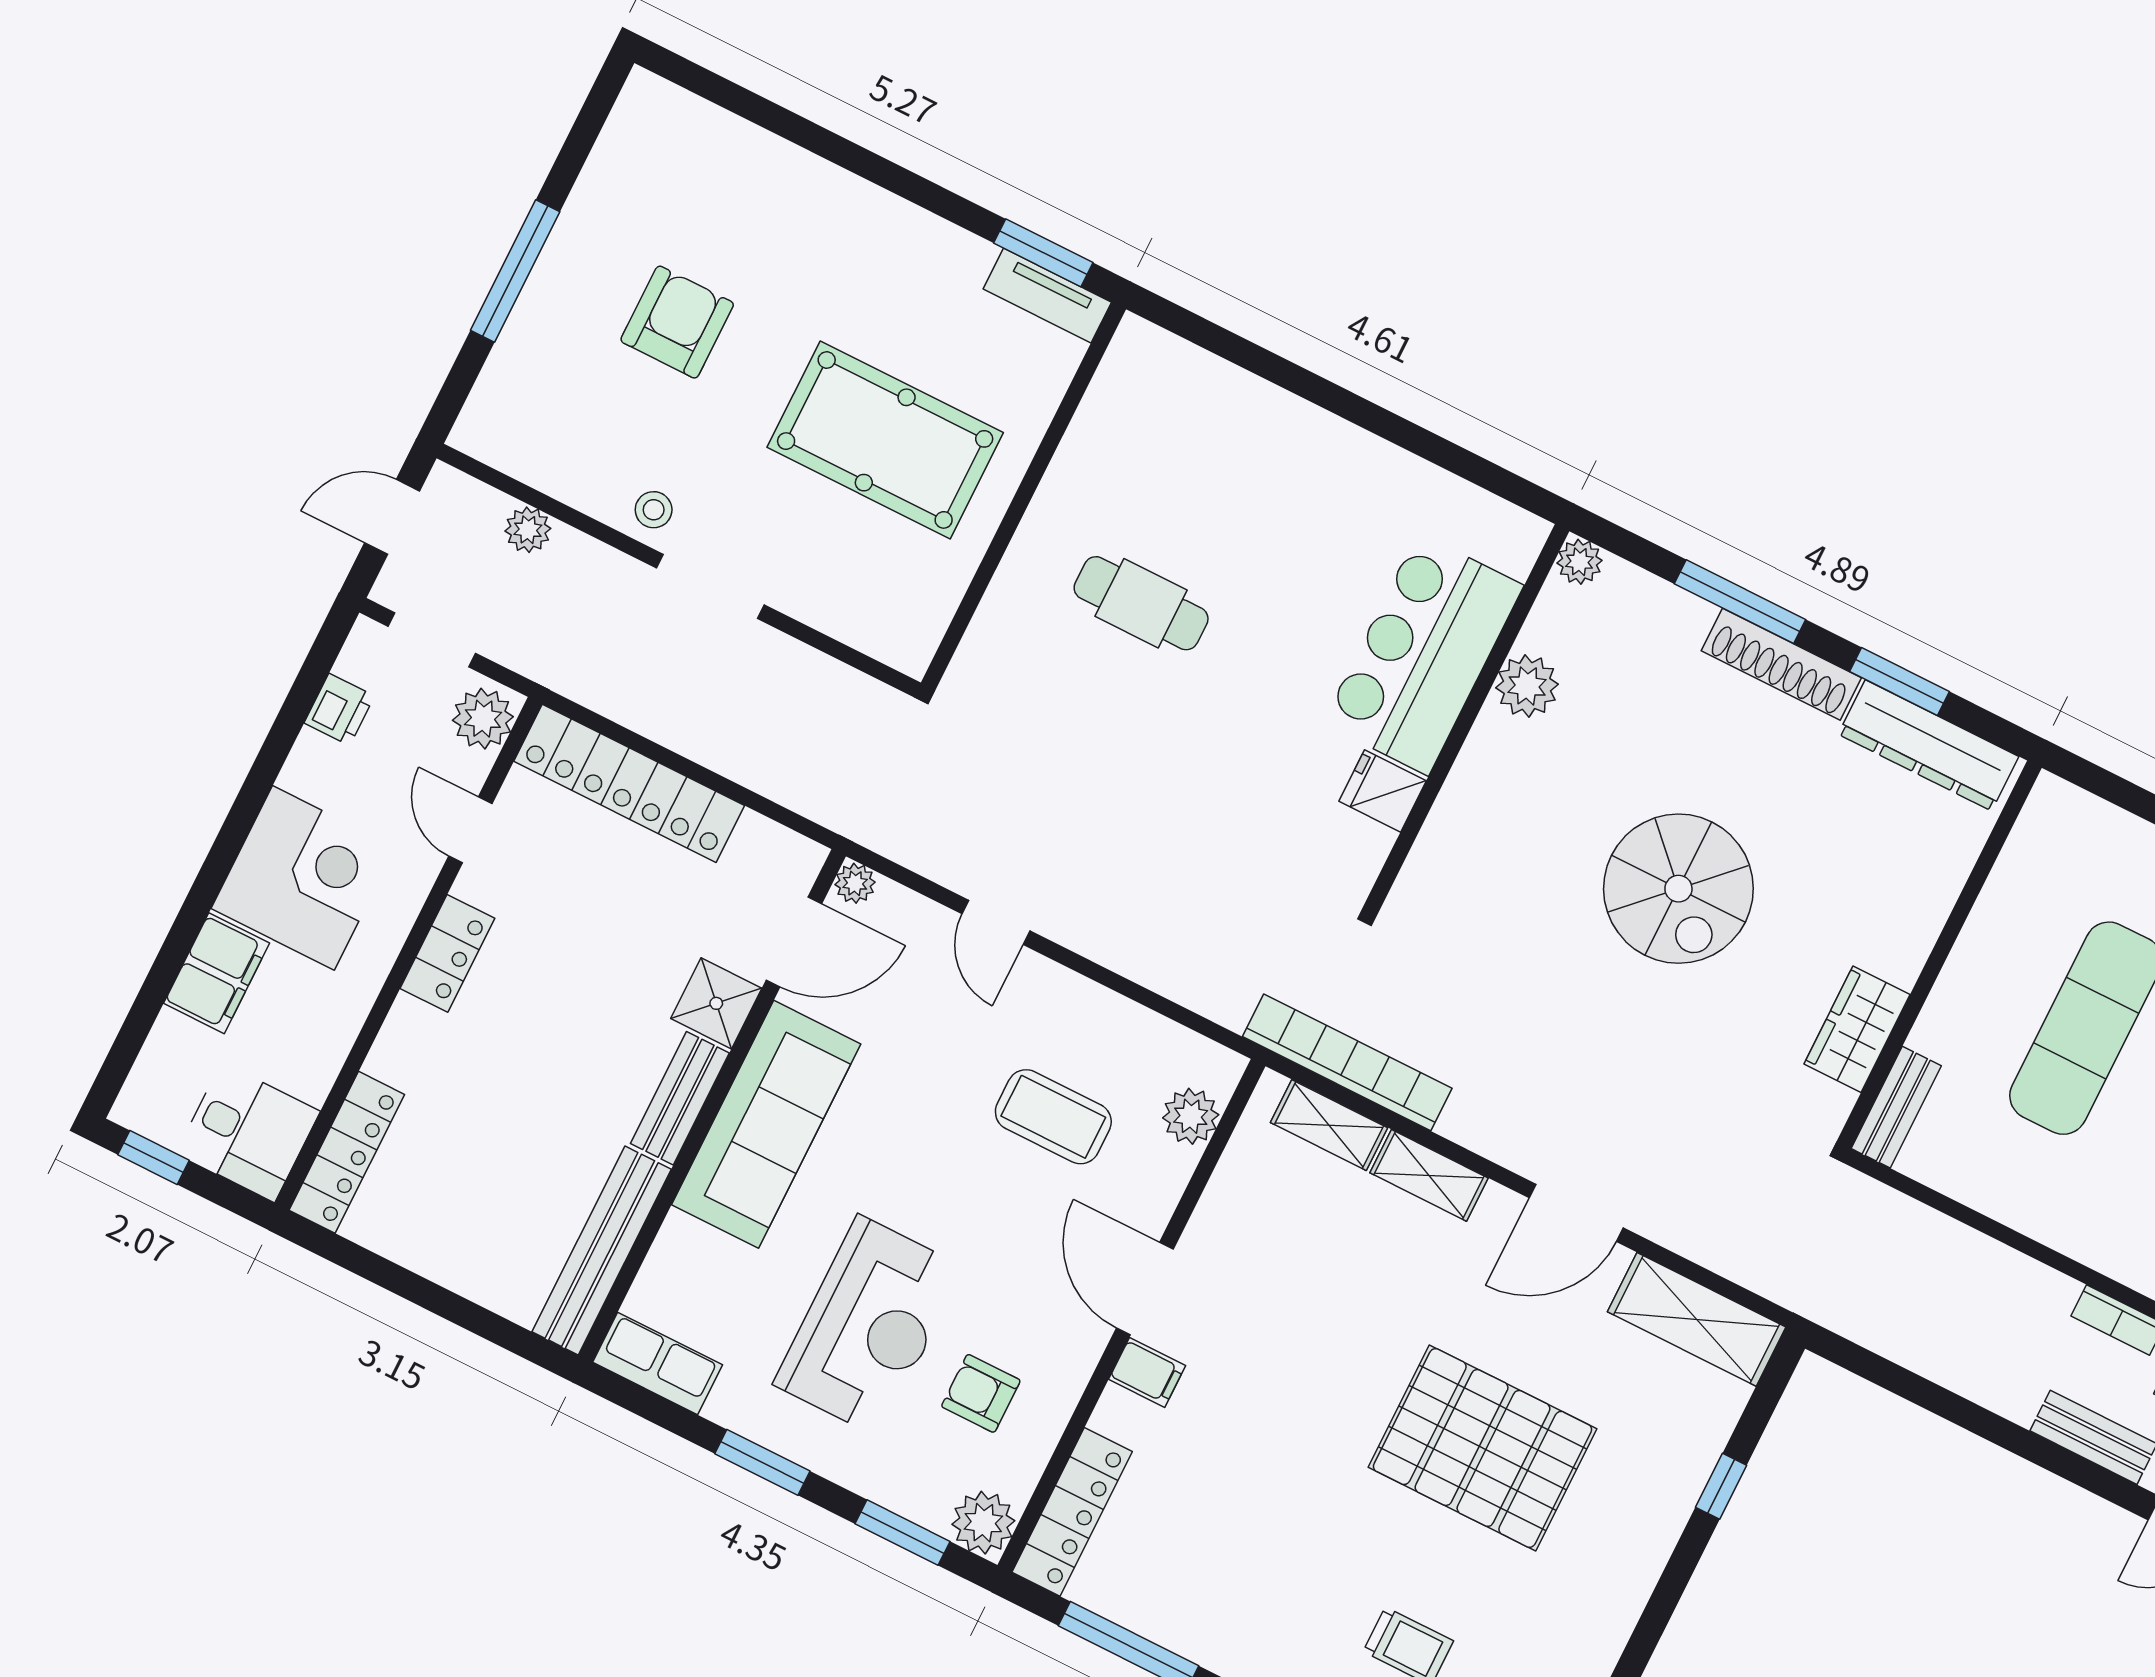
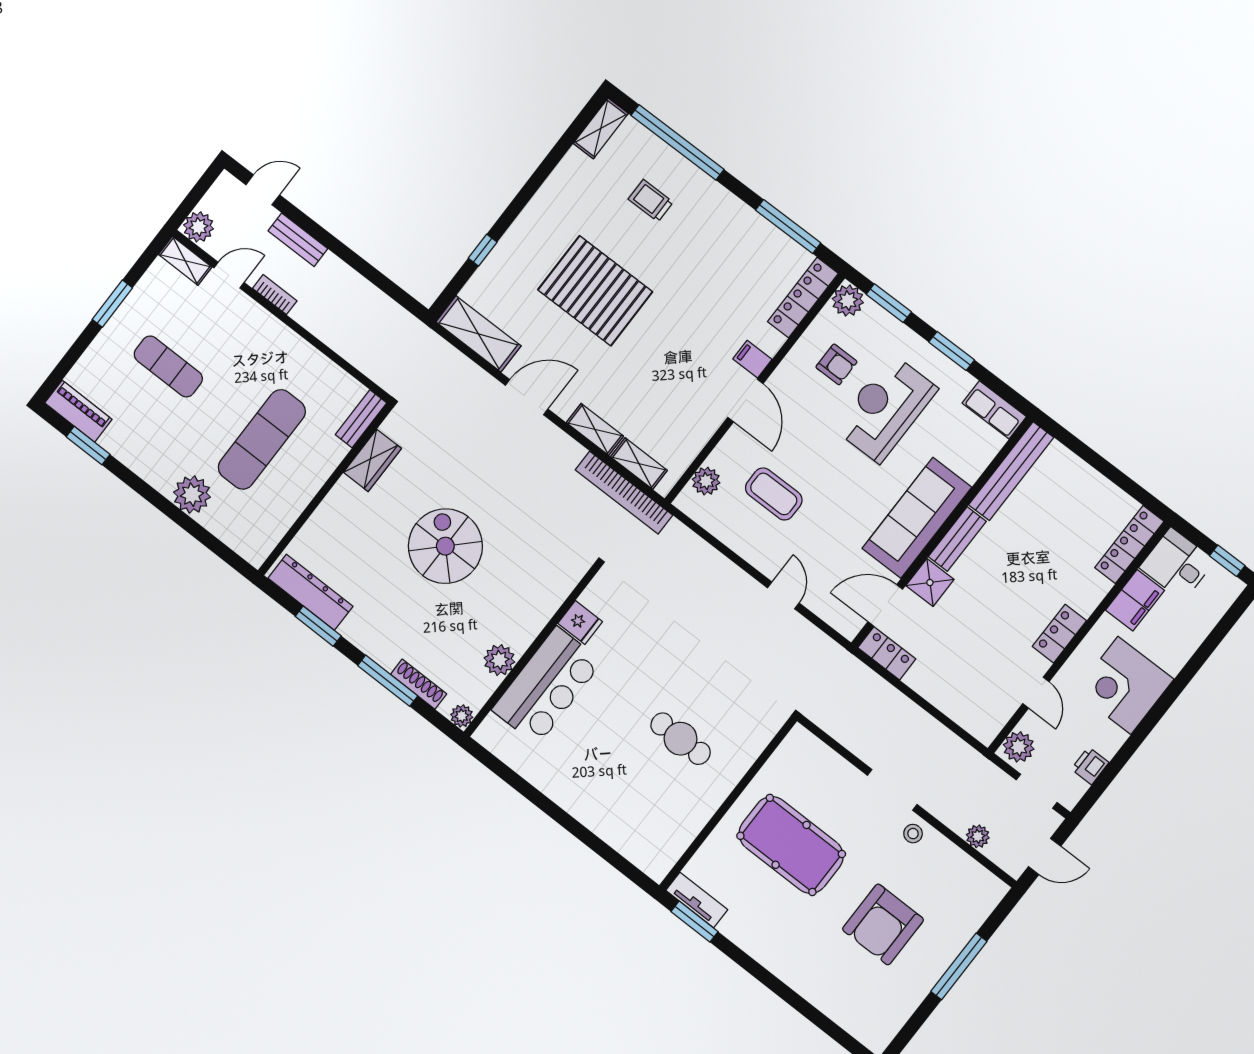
armchair: (677, 322) -> (883, 924), width x1.36, depth x1.36
shoe rack: (1781, 664) -> (419, 684), moved, width x0.74, depth x0.81
locker: (629, 783) -> (887, 653), moved, width x0.46, depth x0.83
plant: (855, 883) -> (849, 628), removed
filing cabinet: (216, 973) -> (1135, 600), moved, turned 180

